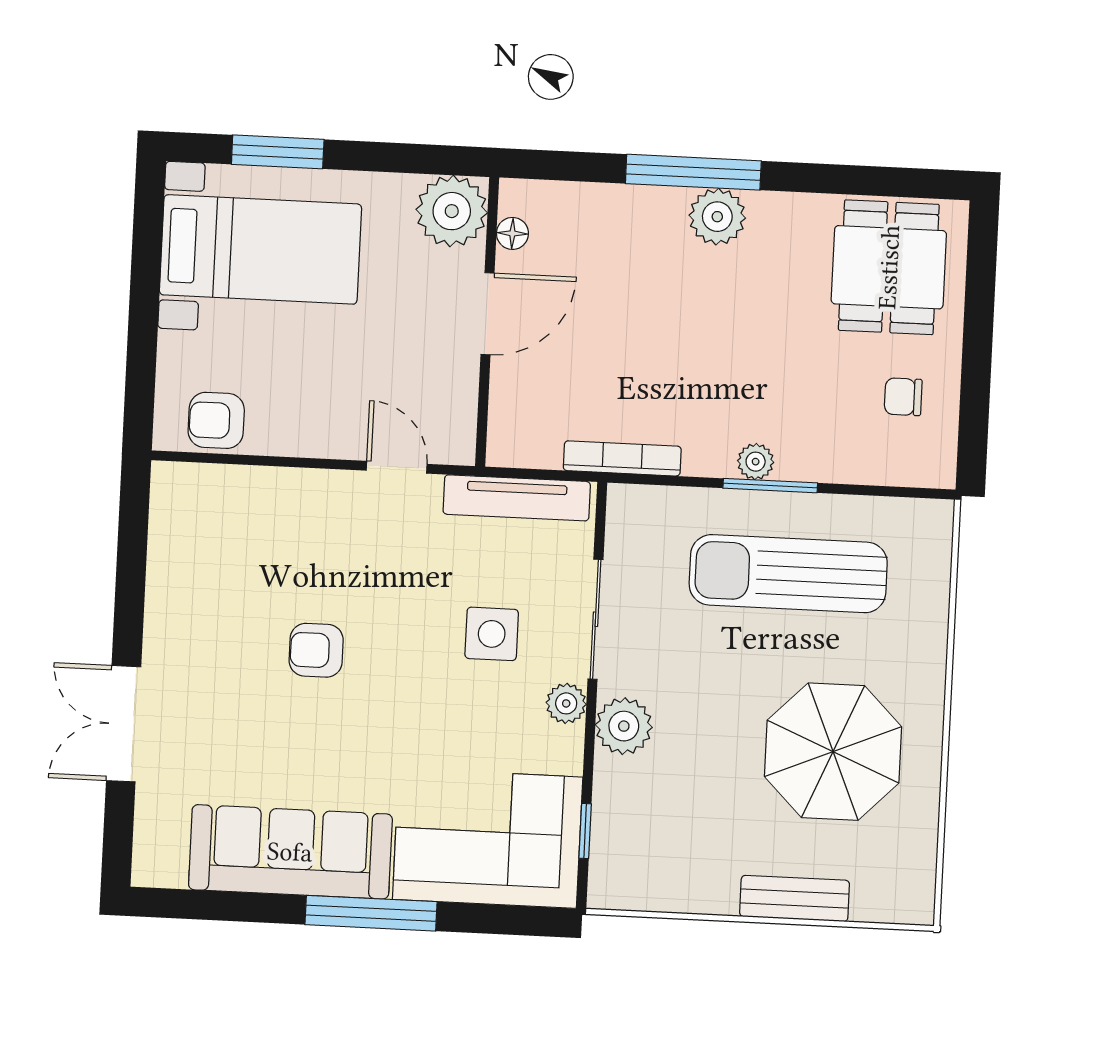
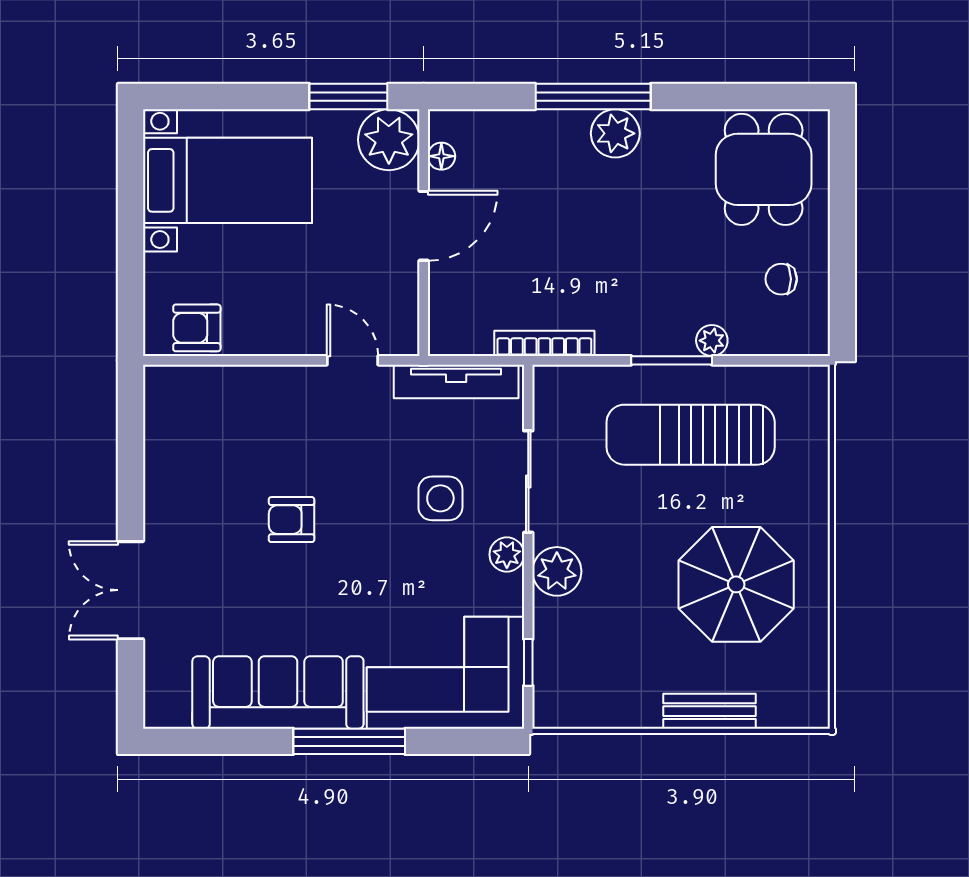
window: (278, 152) -> (348, 97), moved
plant: (756, 462) -> (712, 341), moved

